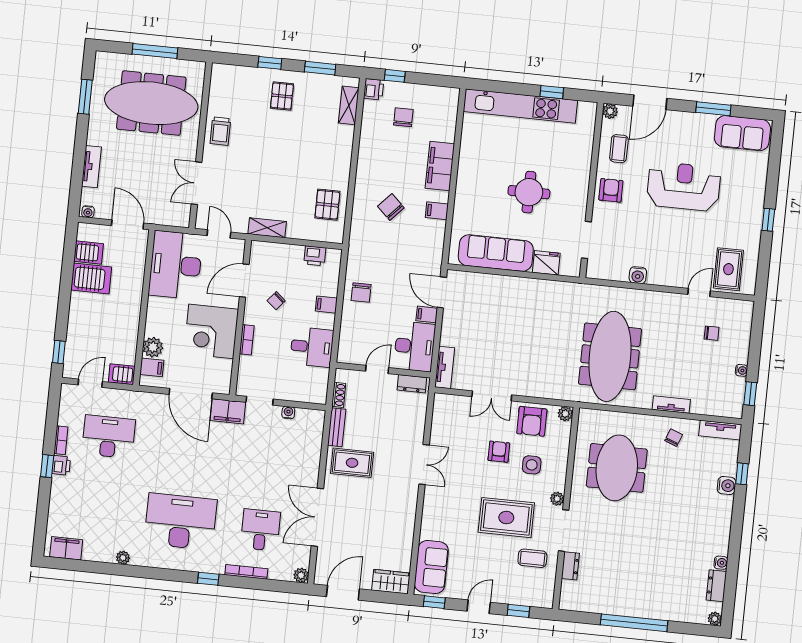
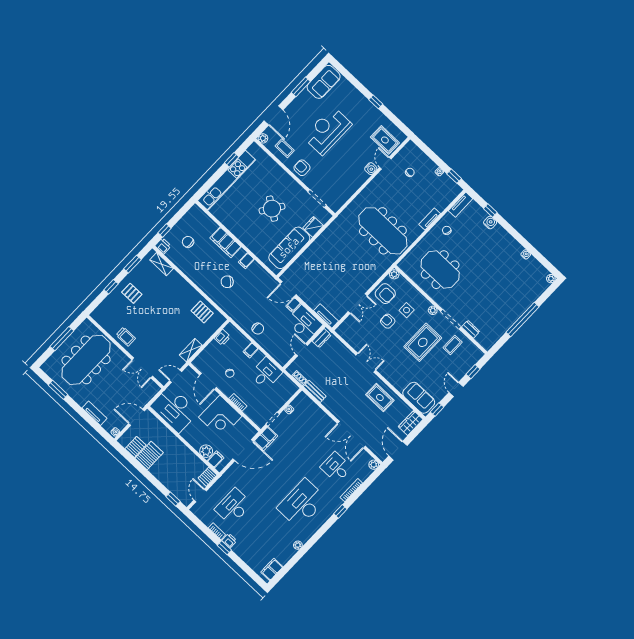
round table: (529, 192) -> (272, 209), turned 34
water cooler: (638, 275) -> (371, 169), moved
rug: (352, 463) -> (380, 397), moved, turned 90
dresser: (716, 586) -> (535, 265), removed

